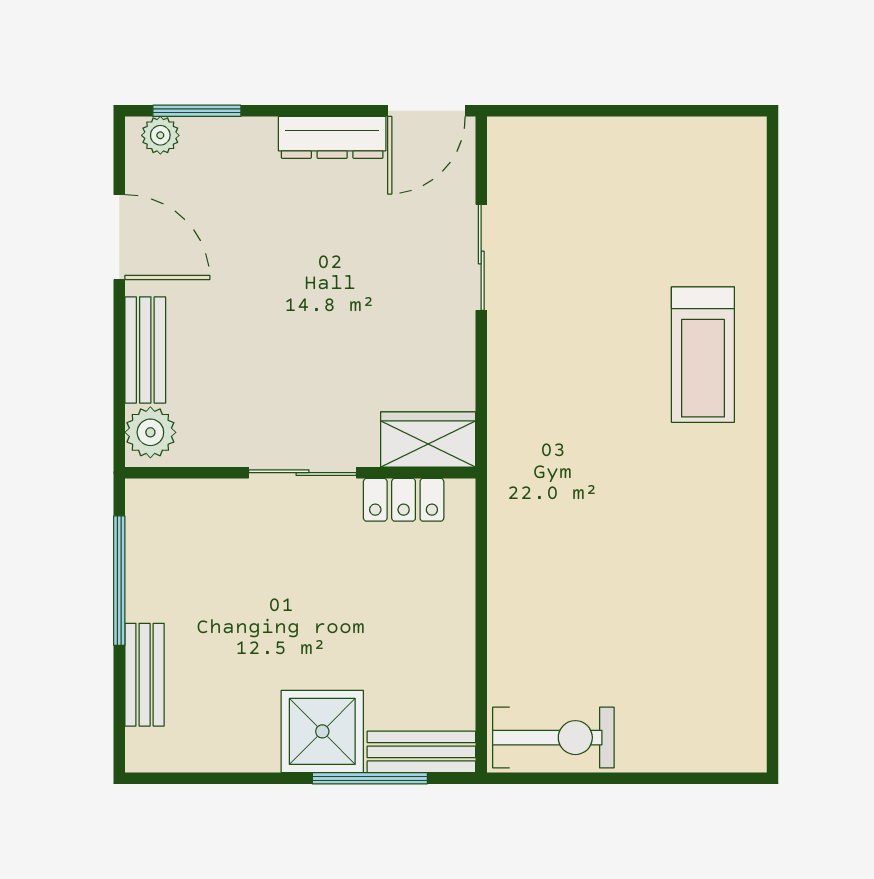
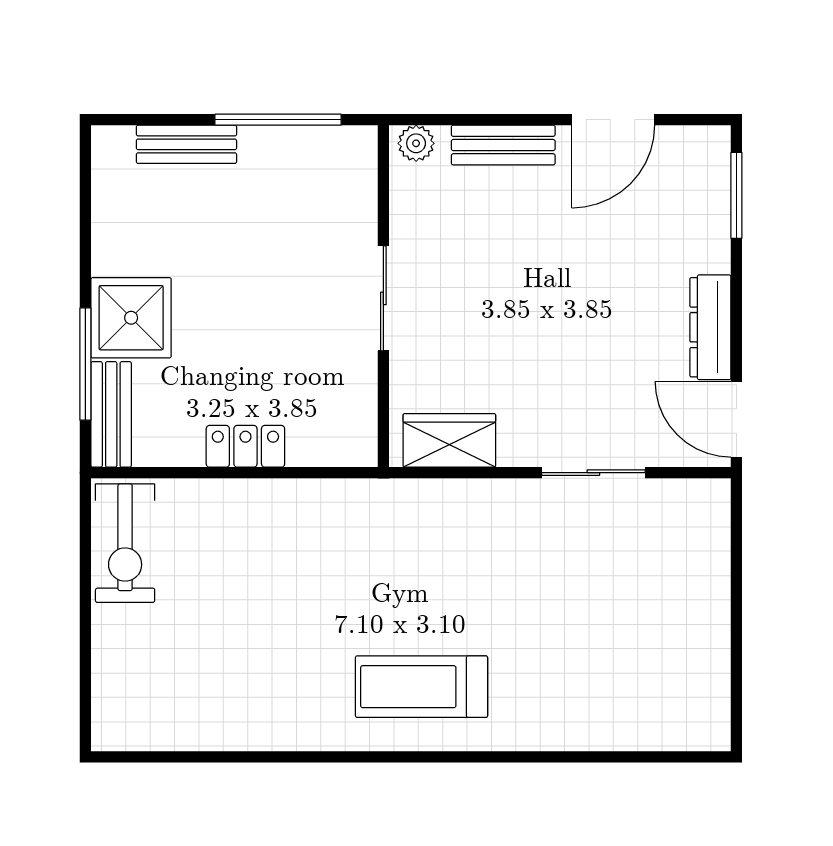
plant: (160, 135) -> (713, 160), removed
treadmill: (703, 355) -> (421, 687), moved
plant: (150, 432) -> (416, 143), width x0.73, depth x0.73
wardrobe: (428, 439) -> (449, 440), moved, turned -90
locker: (404, 500) -> (245, 446), moved, turned 90

